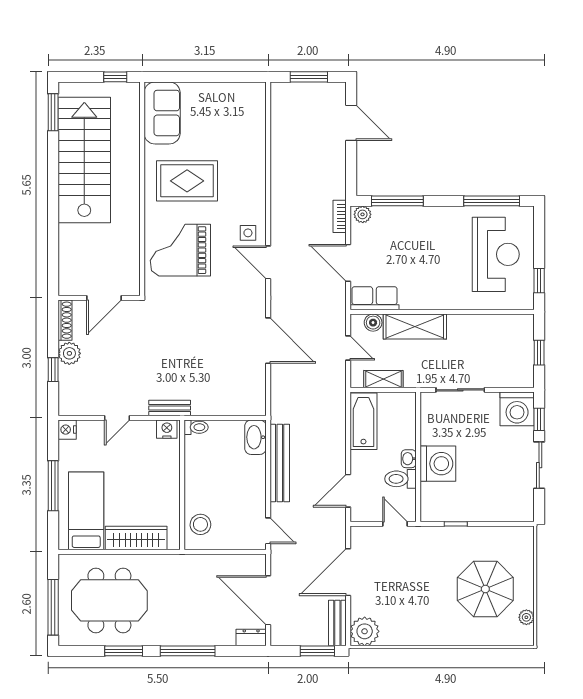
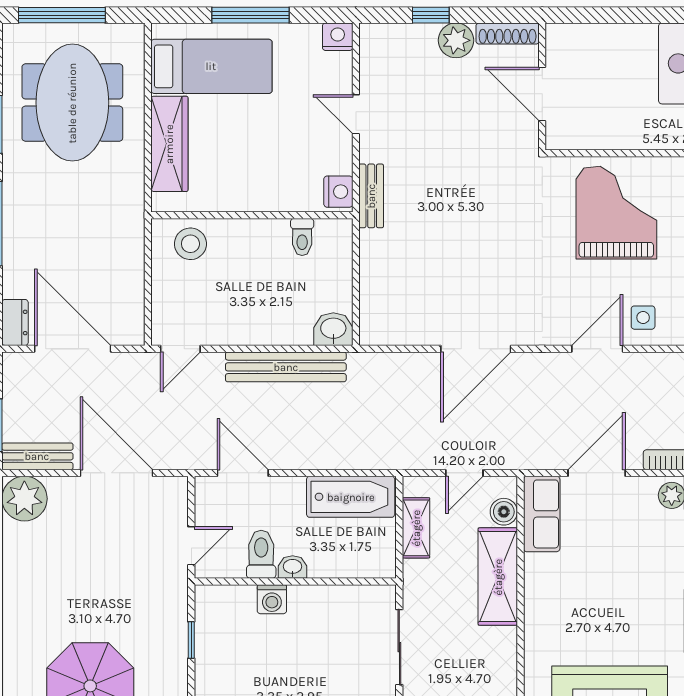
toilet: (196, 427) -> (302, 237), moved
washbasin: (255, 437) -> (333, 329), width x0.72
washing machine: (438, 464) -> (272, 599), width x0.53, depth x0.53
door: (268, 600) -> (73, 349), hinge flipped

